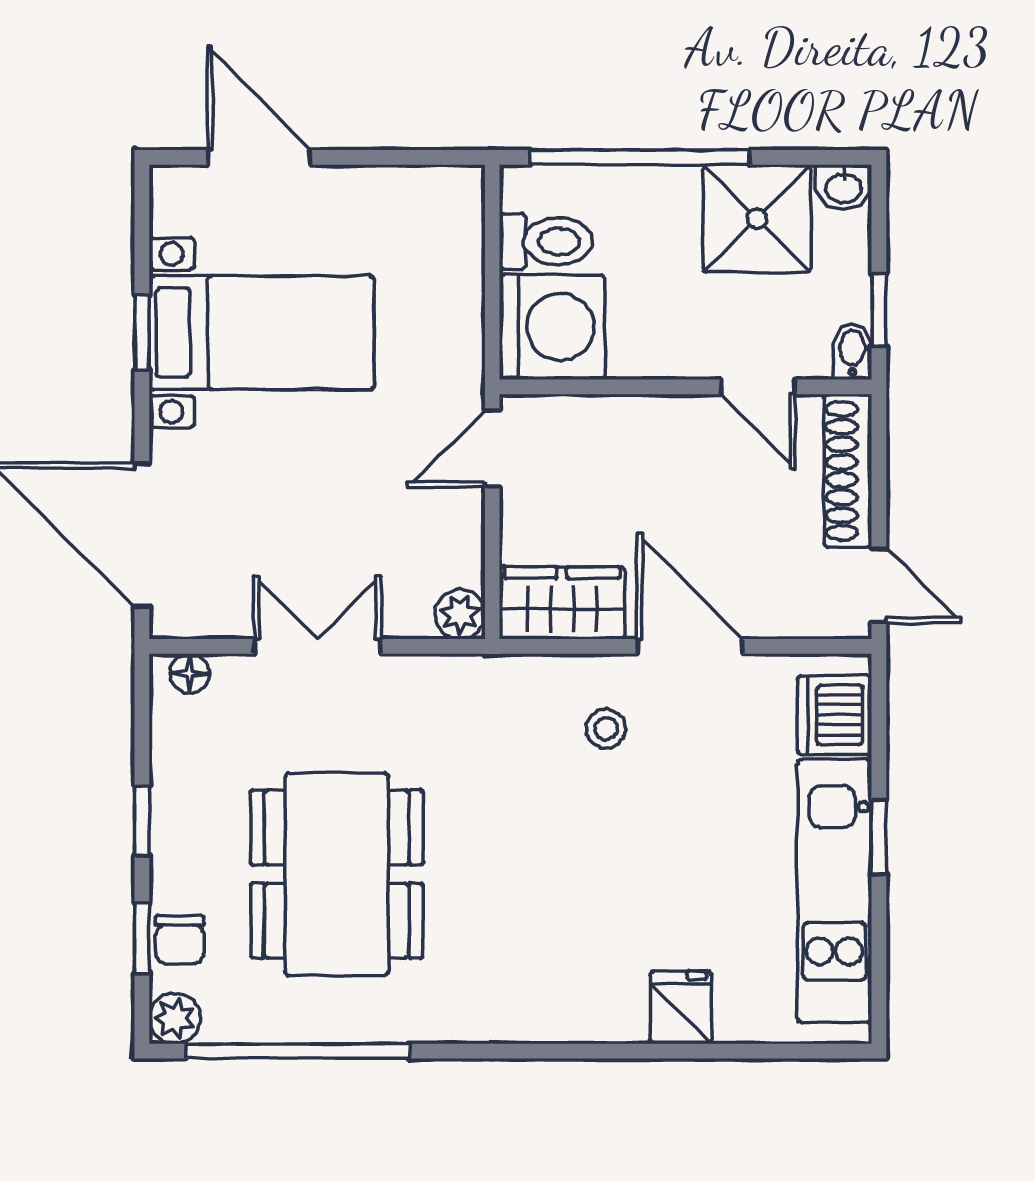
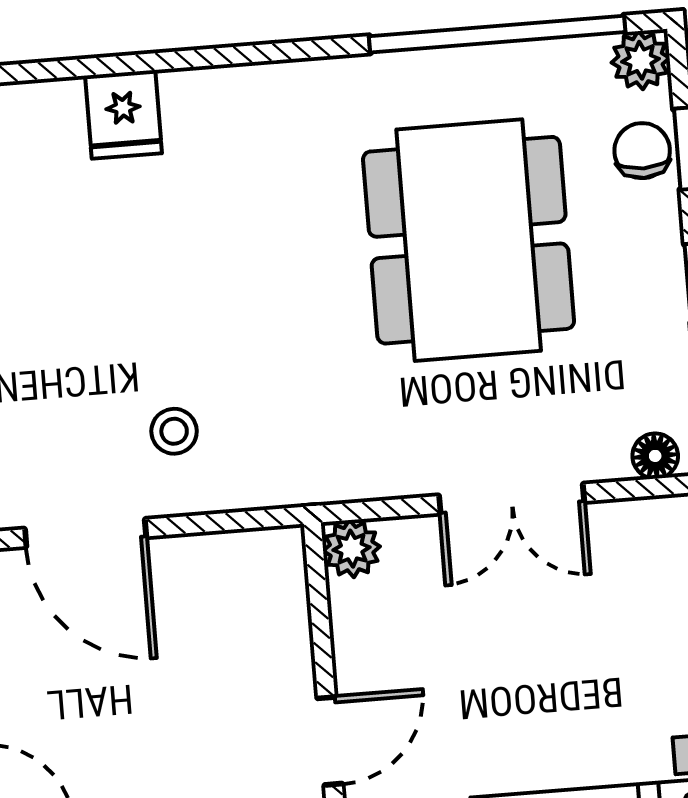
wardrobe: (562, 603) -> (236, 571), removed
fridge: (681, 1007) -> (124, 114), moved

